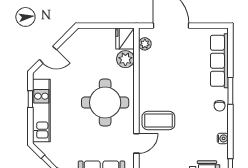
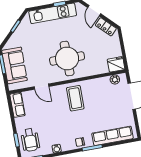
locker: (72, 43) -> (106, 27), added
plant: (125, 59) -> (101, 67), removed
coffee table: (158, 121) -> (75, 98), moved

